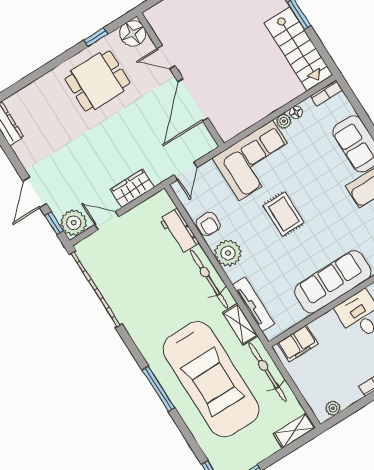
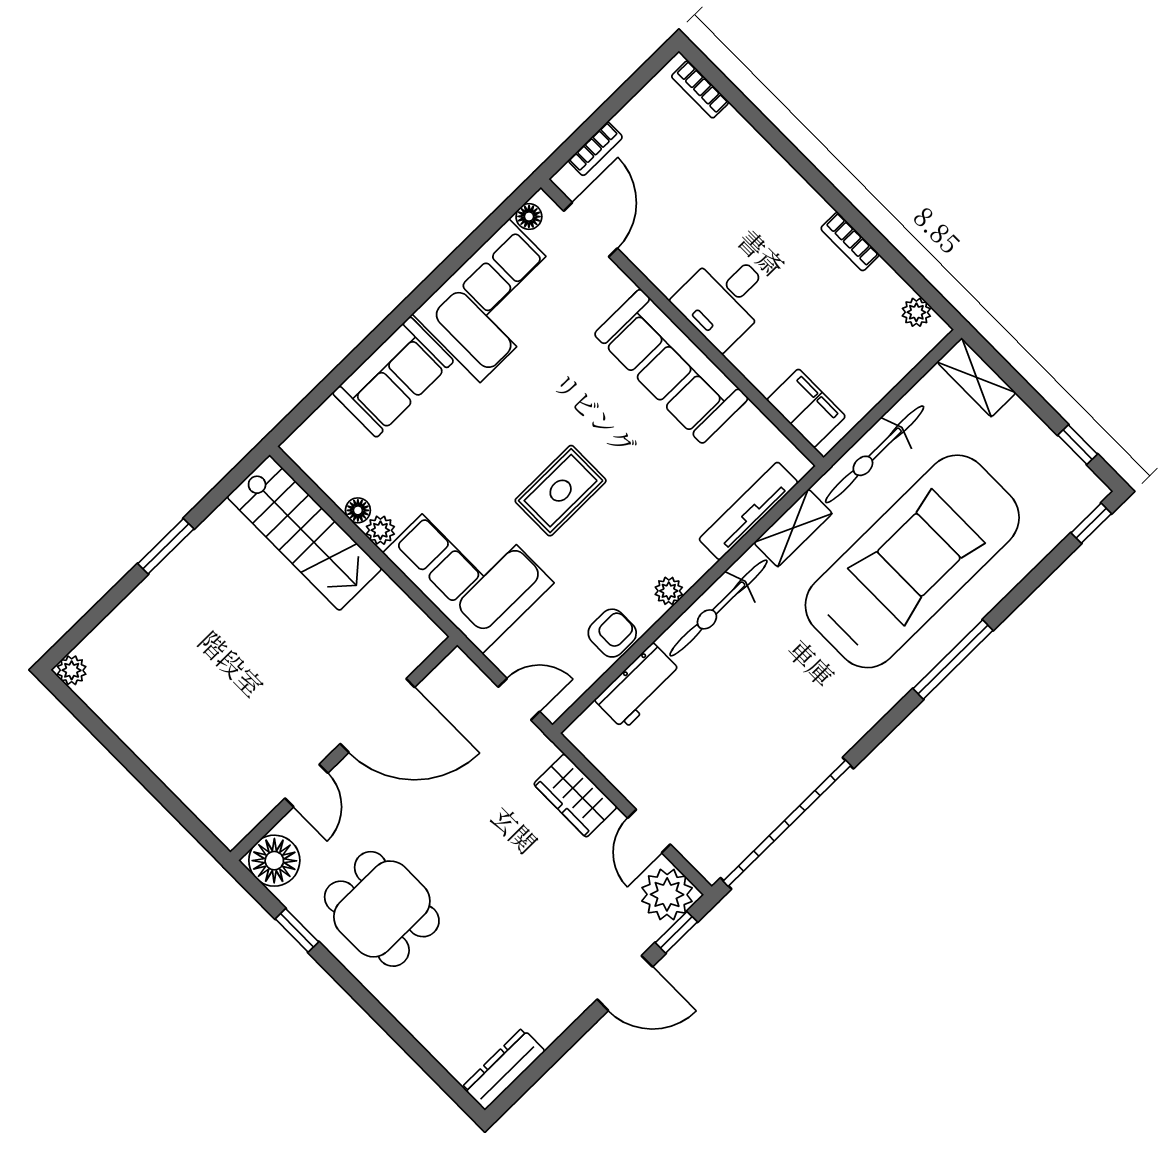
stairs: (299, 49) -> (304, 533), moved, turned 90
bookcase: (326, 93) -> (307, 460), removed
plant: (228, 253) -> (669, 591), width x0.53, depth x0.53

